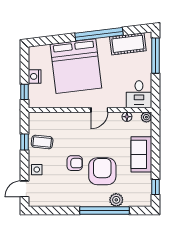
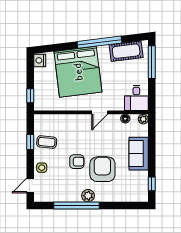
nightstand: (35, 76) -> (40, 60), moved
plant: (116, 200) -> (88, 196), moved
window: (105, 211) -> (76, 206), moved

